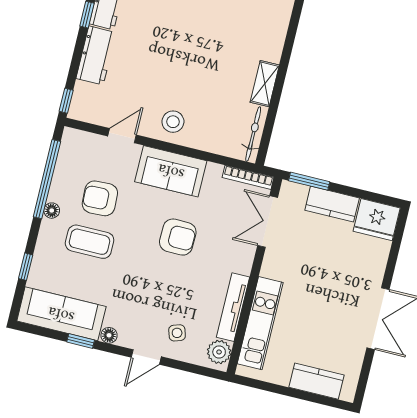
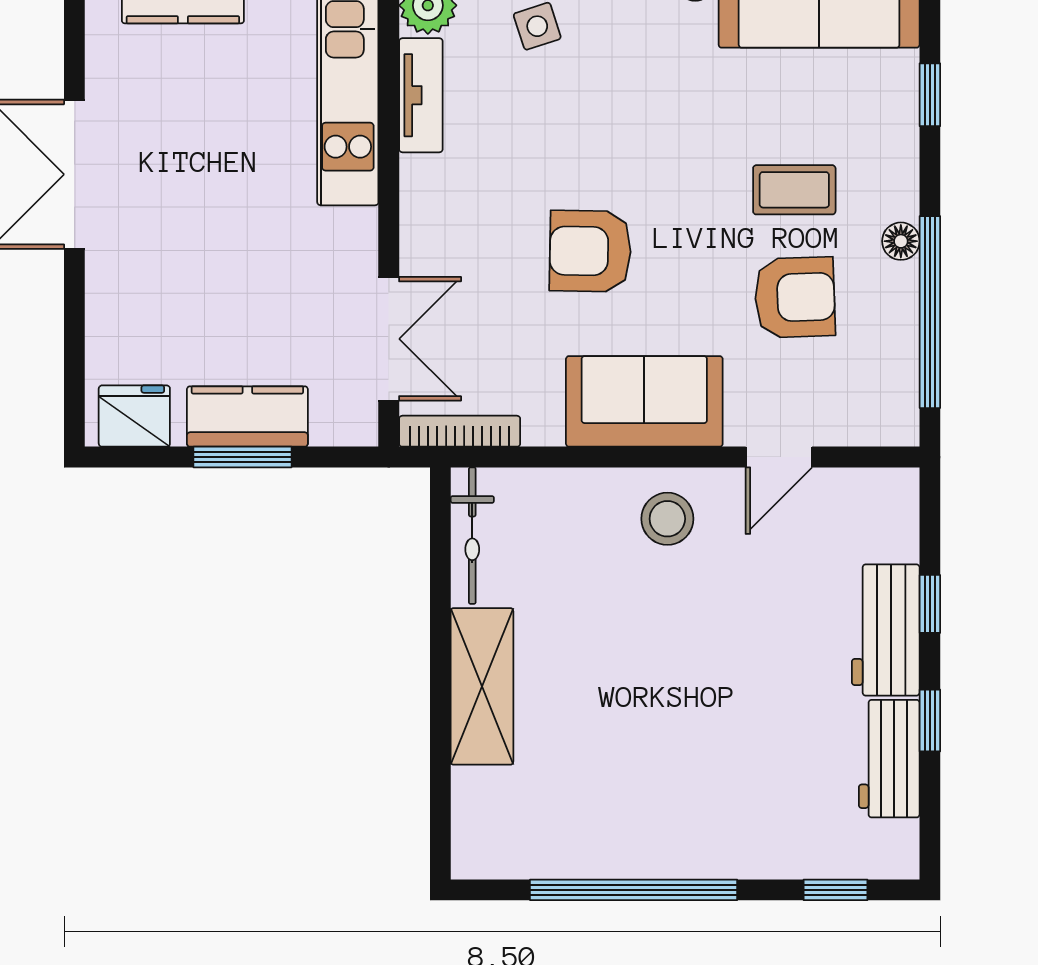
shelving: (265, 84) -> (482, 686), width x1.50, depth x1.33
window: (66, 101) -> (930, 604), moved
window: (309, 181) -> (242, 457), moved
fridge: (377, 220) -> (134, 416), width x0.73, depth x0.75
coffee table: (90, 242) -> (794, 190), width x0.73, depth x0.77
tv unit: (233, 307) -> (421, 95), width x0.71

